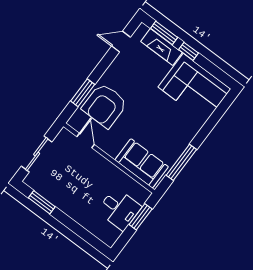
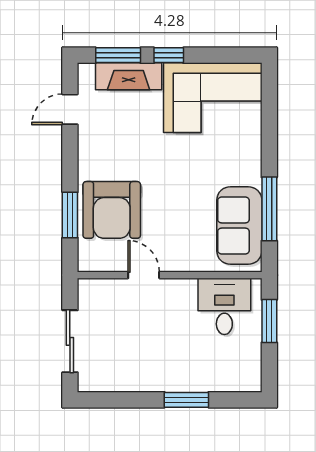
door: (86, 141) -> (144, 275), moved
sofa: (142, 163) -> (239, 226), moved, turned -90
window: (42, 202) -> (186, 400), moved
desk: (119, 209) -> (224, 306), moved, turned -90

